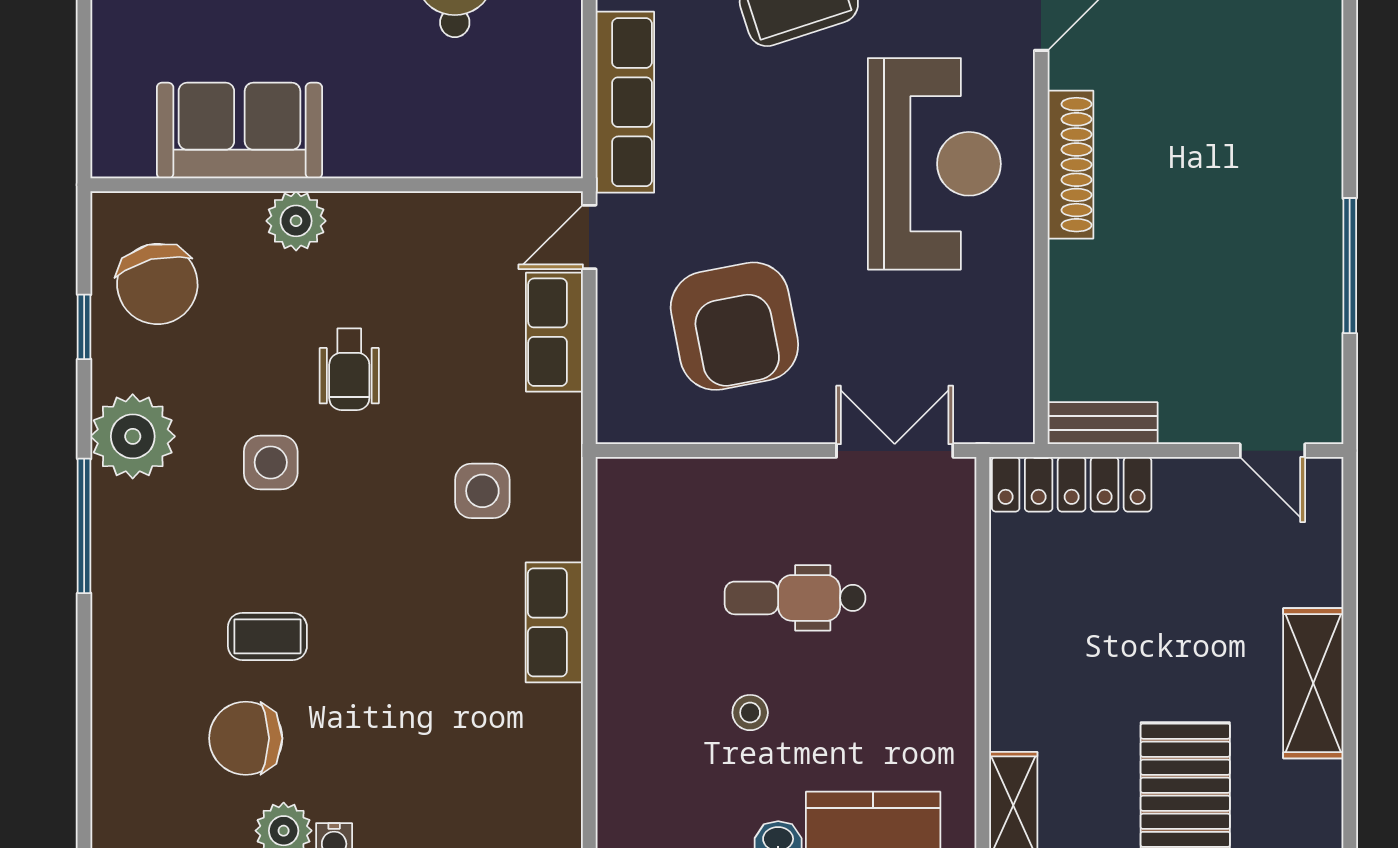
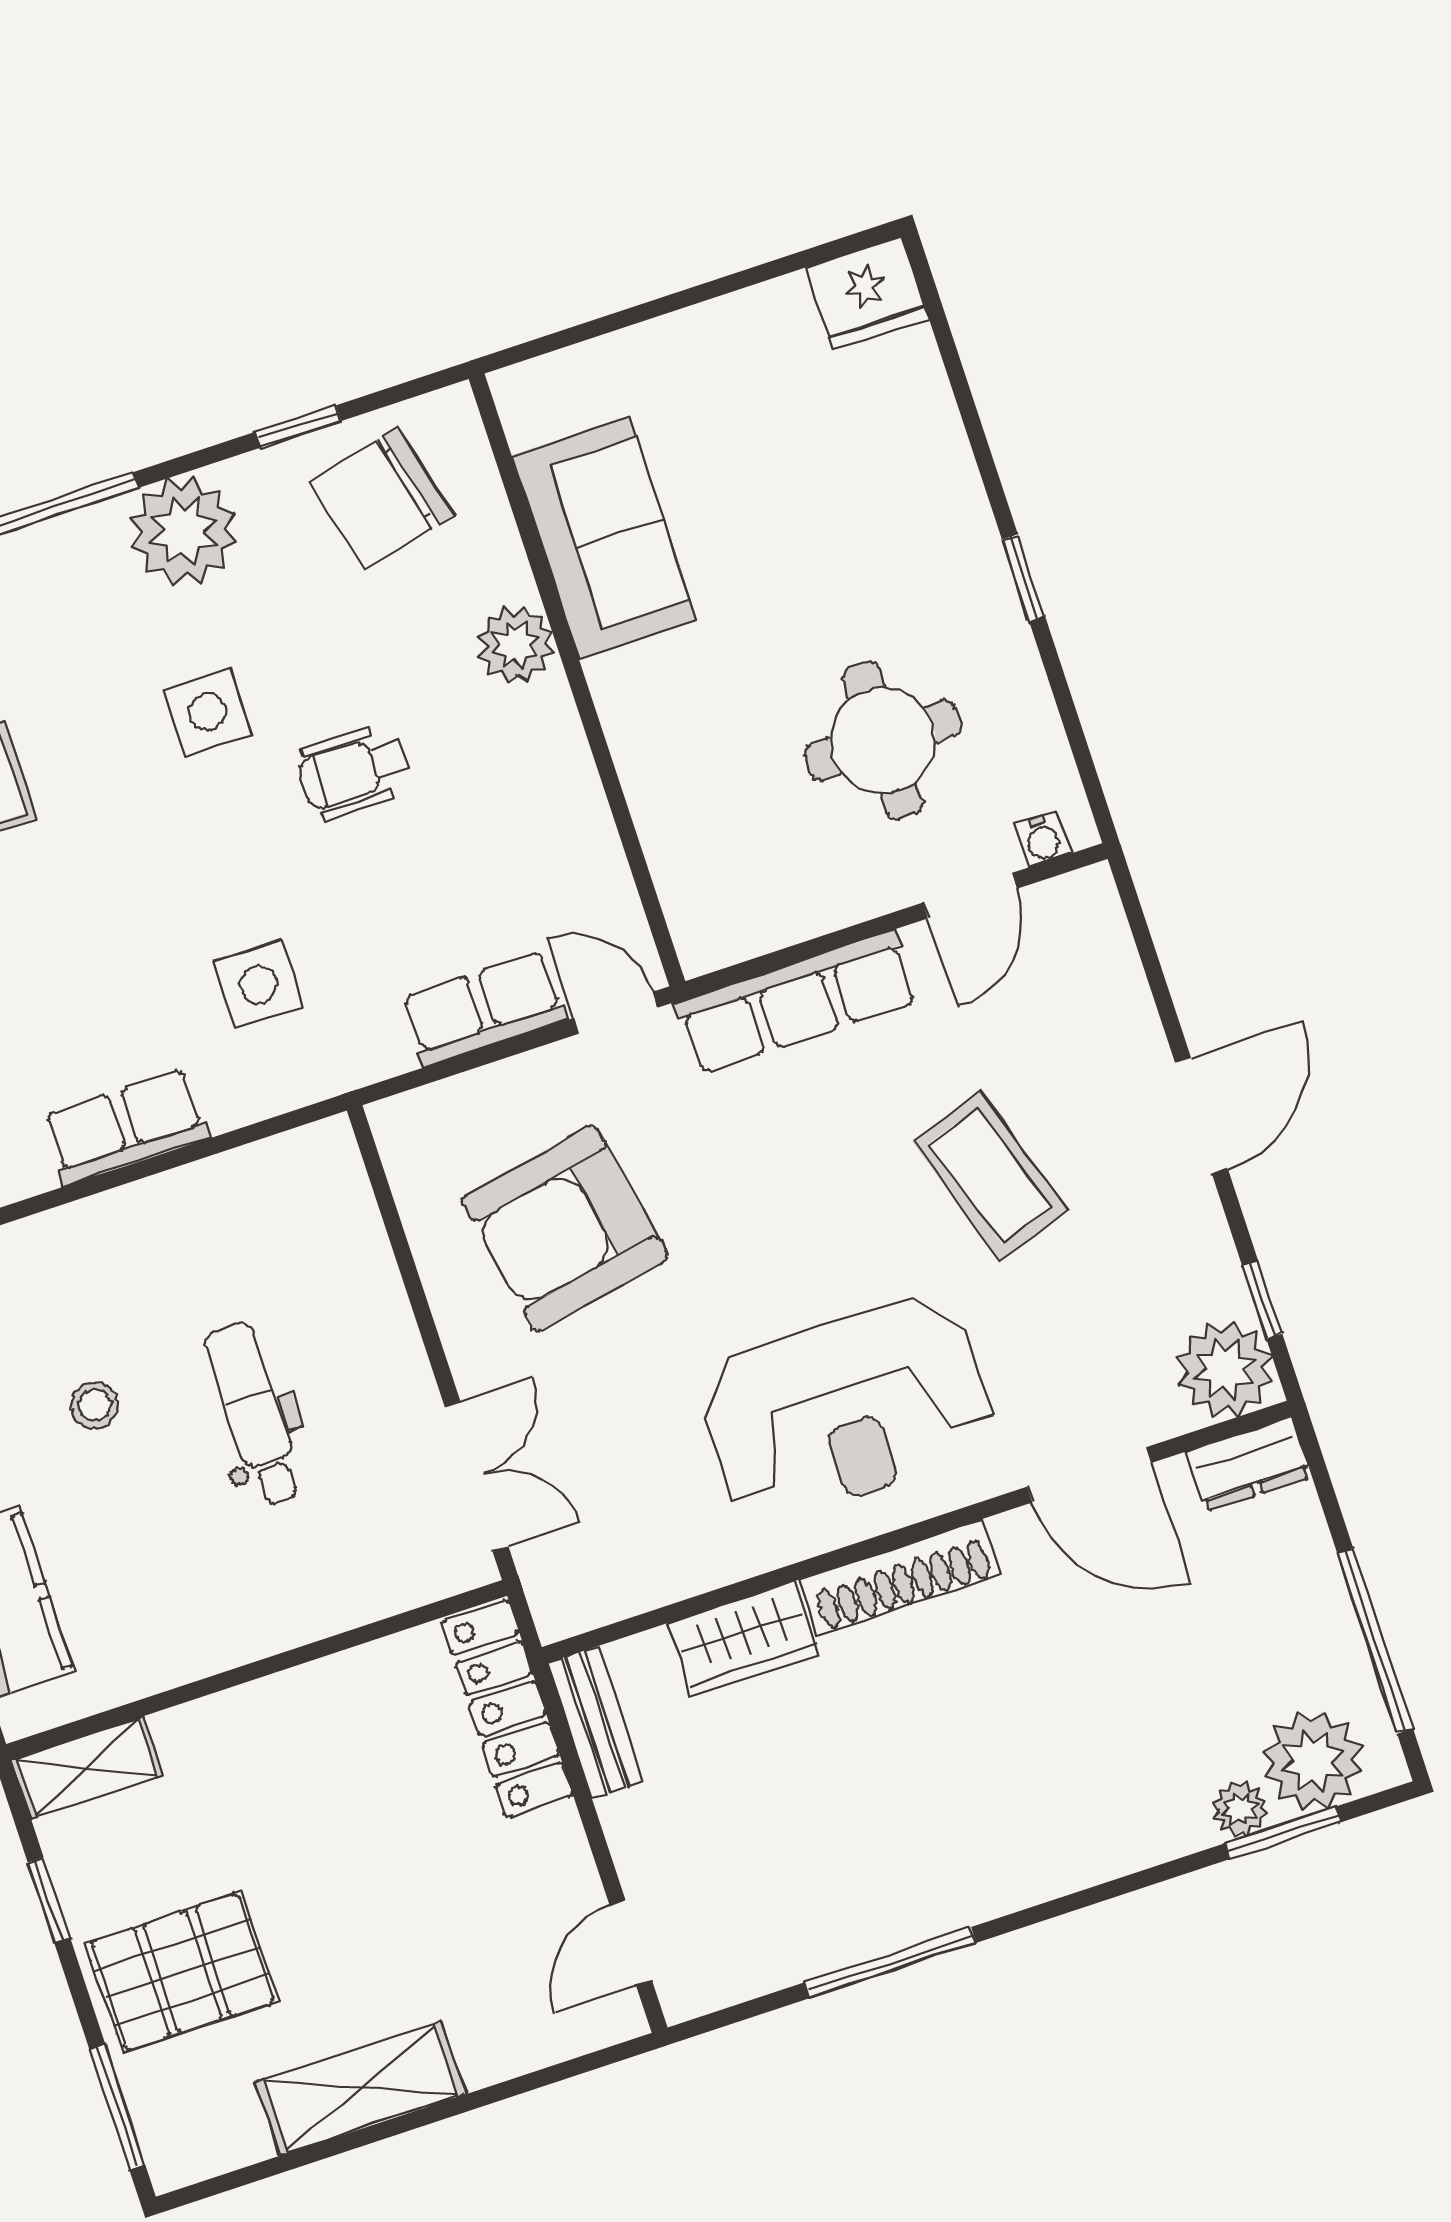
wardrobe: (1077, 294) -> (744, 1639), added

